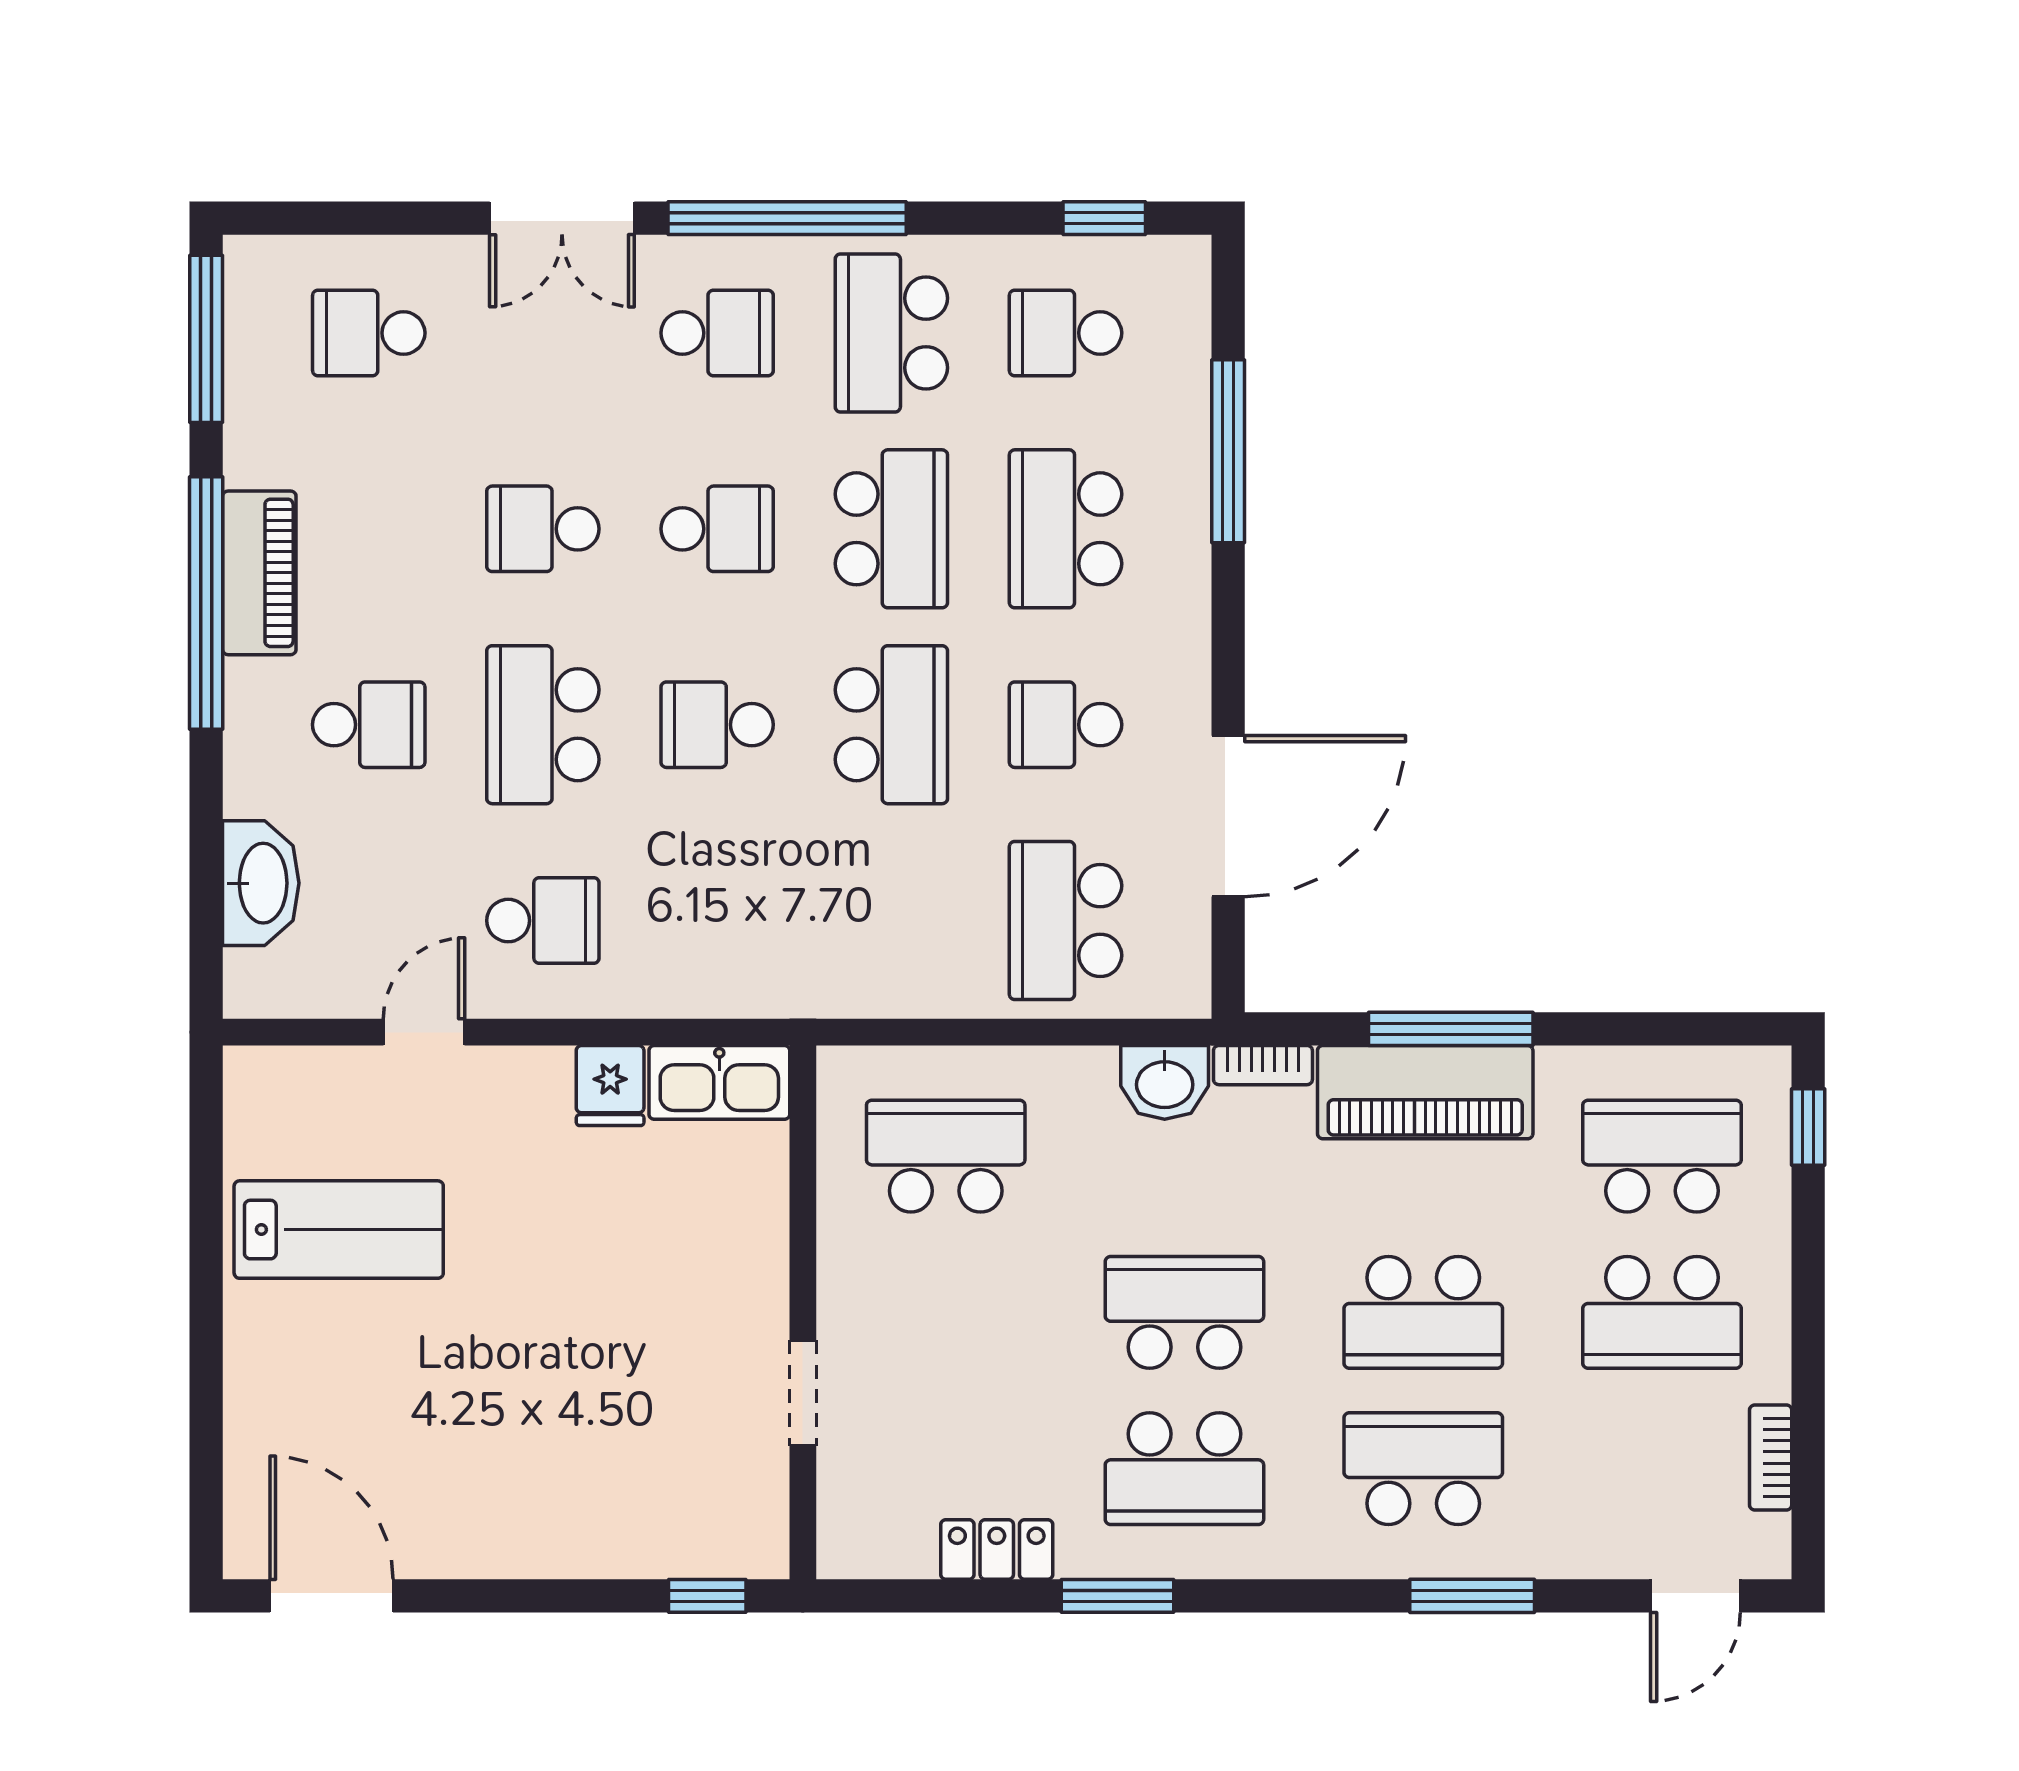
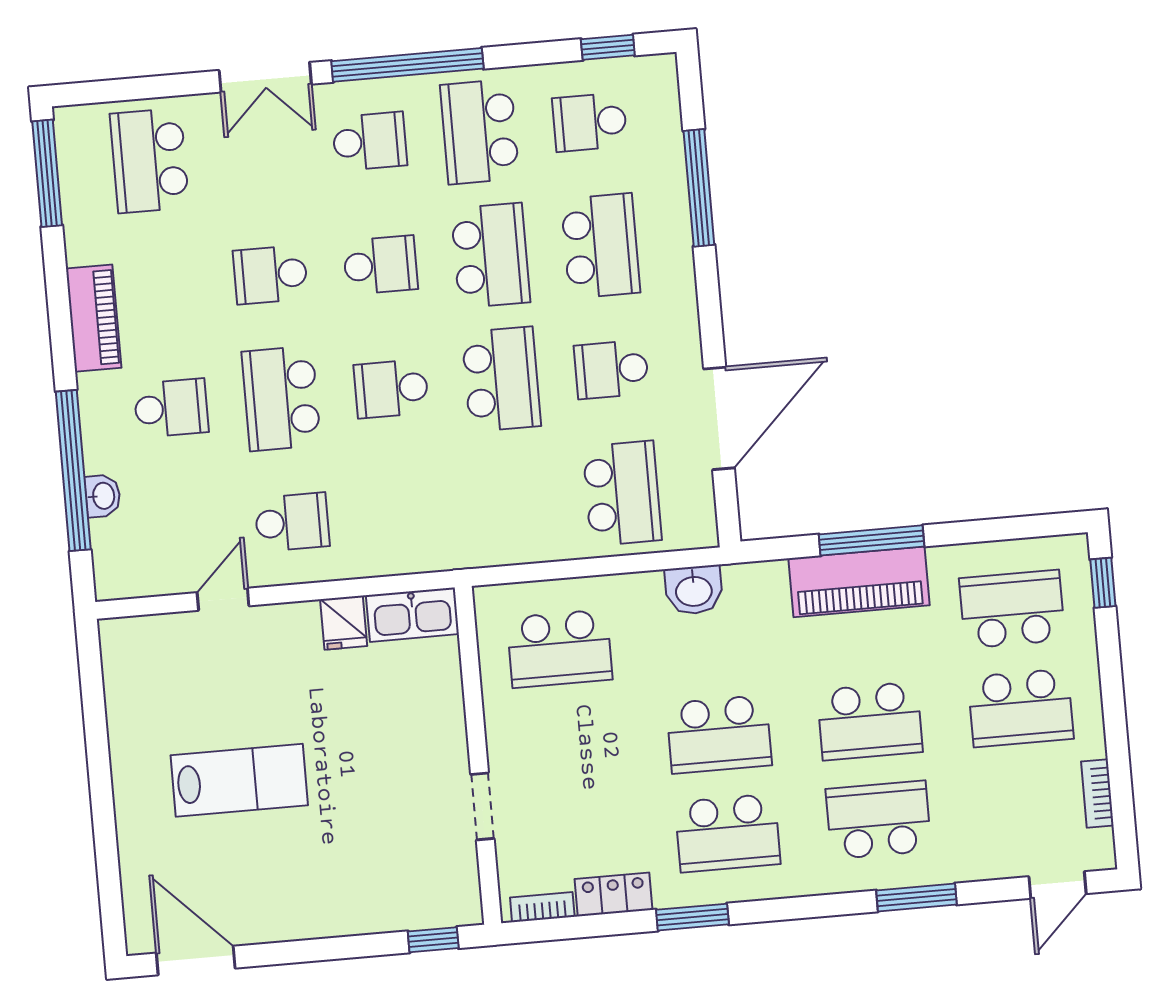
school desk: (369, 333) -> (150, 161), width x1.85
school desk: (1065, 529) -> (601, 246), turned 180
window: (206, 603) -> (73, 471), moved
washbasin: (261, 883) -> (103, 496), width x0.52, depth x0.69
school desk: (1065, 921) -> (622, 493), turned 180
bookcase: (1263, 1065) -> (542, 907), moved, turned 180
school desk: (946, 1156) -> (560, 649), turned 180
lab bench: (339, 1230) -> (239, 780), moved
school desk: (1184, 1312) -> (719, 734), turned 180

